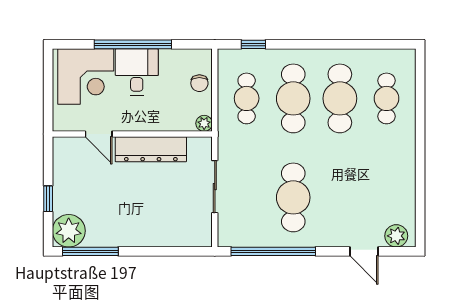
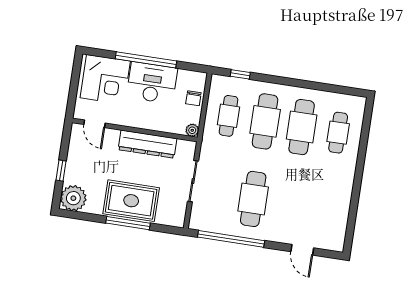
desk: (137, 72) -> (152, 83), width x1.37
door: (99, 134) -> (94, 124), moved
rug: (141, 223) -> (131, 201), added
plant: (396, 236) -> (329, 241), removed
window: (90, 251) -> (128, 223), moved

